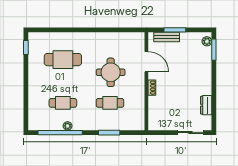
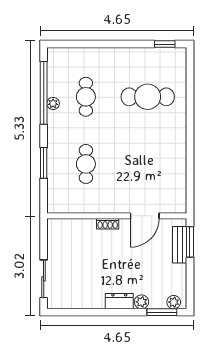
window: (175, 30) -> (190, 242), moved
cafe table: (63, 60) -> (148, 97), turned 90
plant: (207, 64) -> (142, 302), added
round table: (111, 72) -> (129, 165), removed
dresser: (206, 105) -> (119, 301), moved

